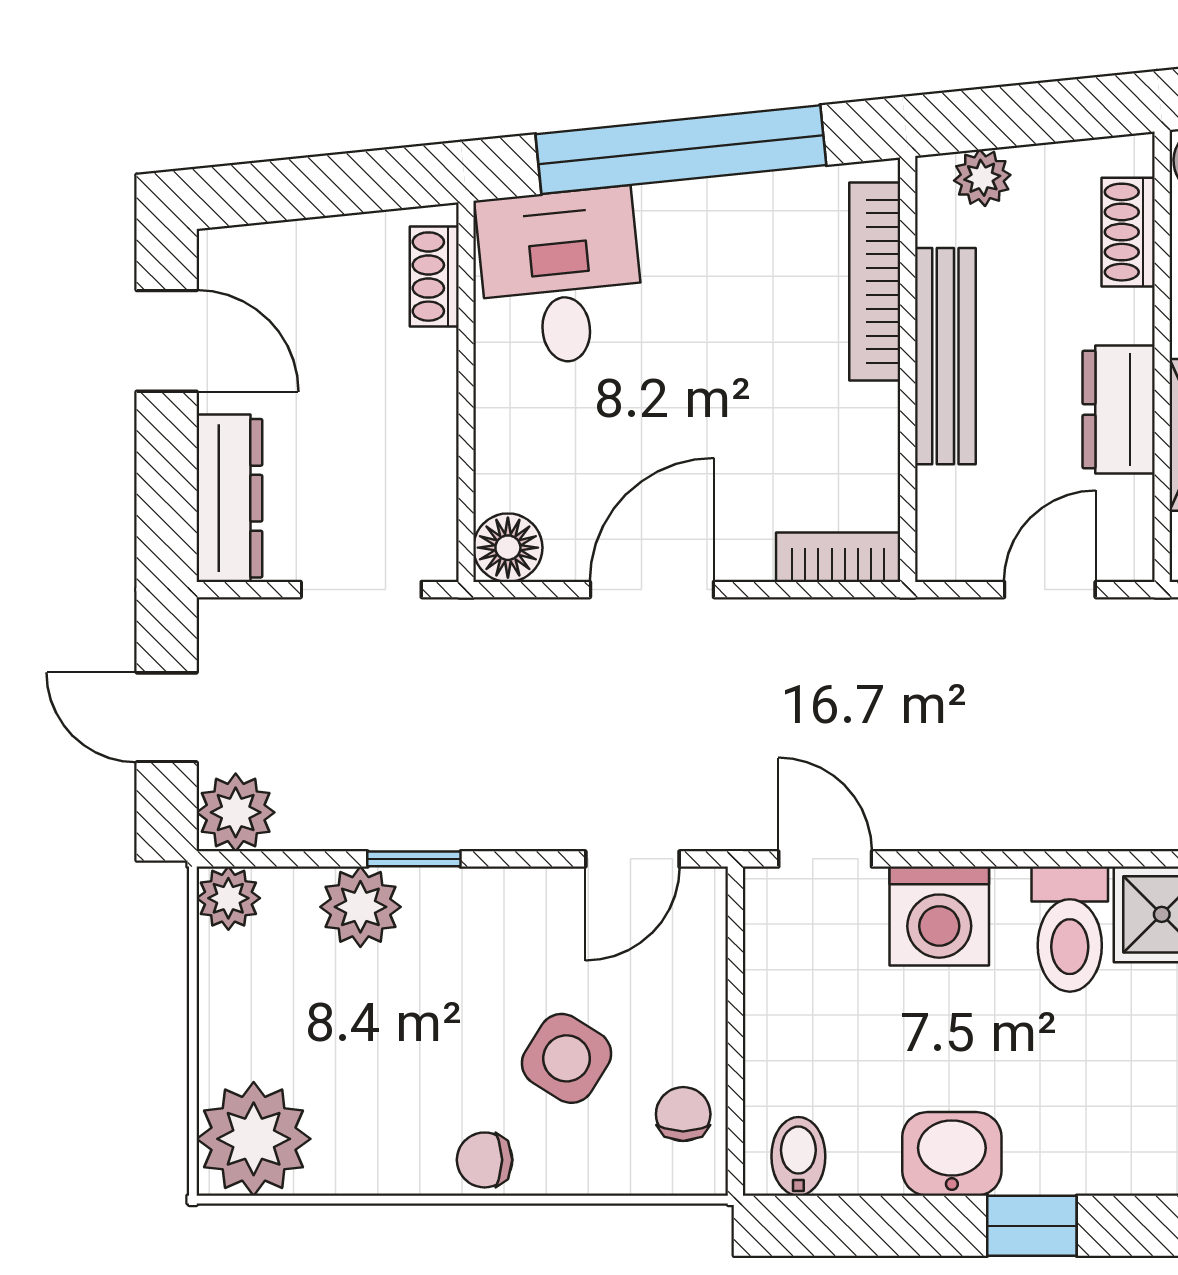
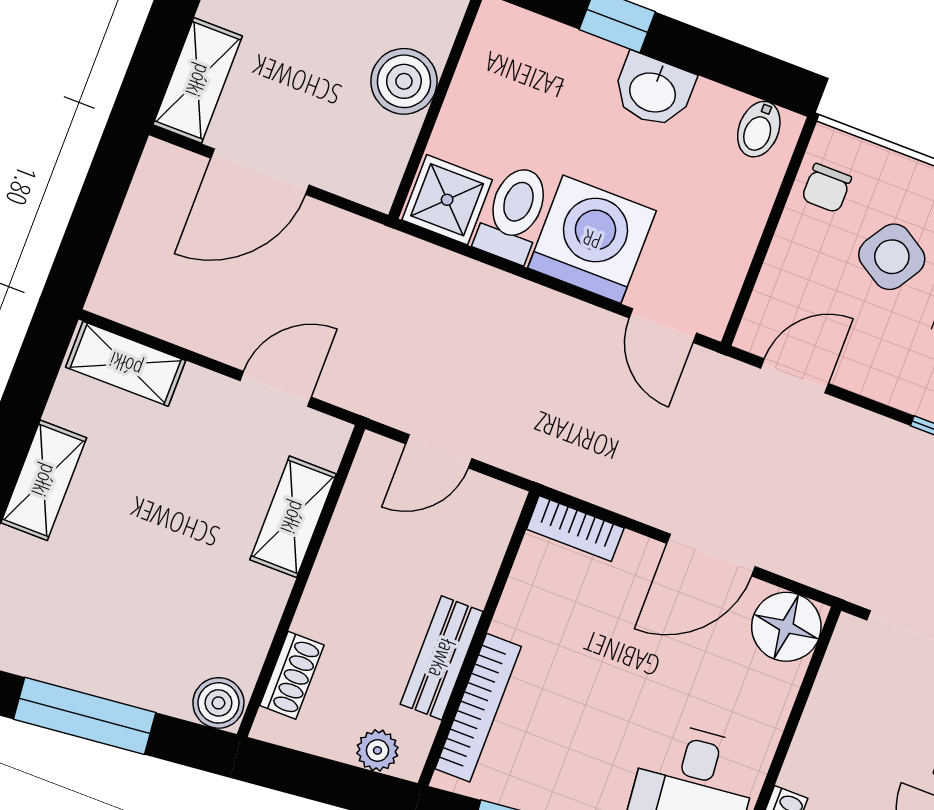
bench: (945, 356) -> (442, 658), width x0.73
dresser: (1119, 410) -> (345, 556), removed
floor lamp: (508, 548) -> (786, 627), width x1.38, depth x1.38
washing machine: (939, 916) -> (592, 239), width x1.37, depth x1.37

